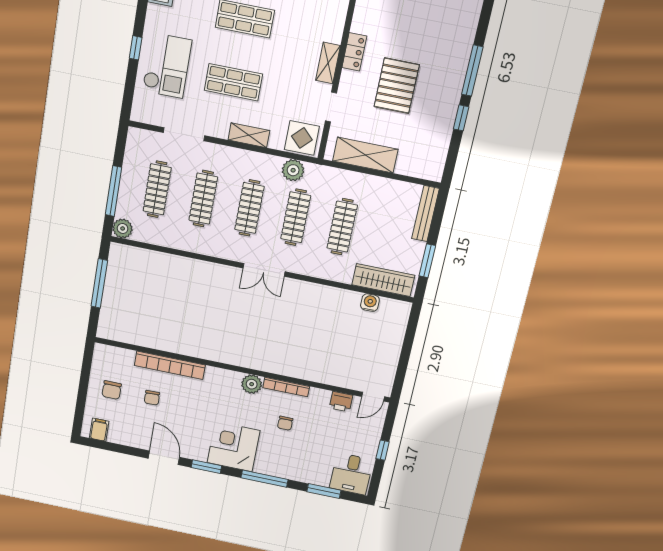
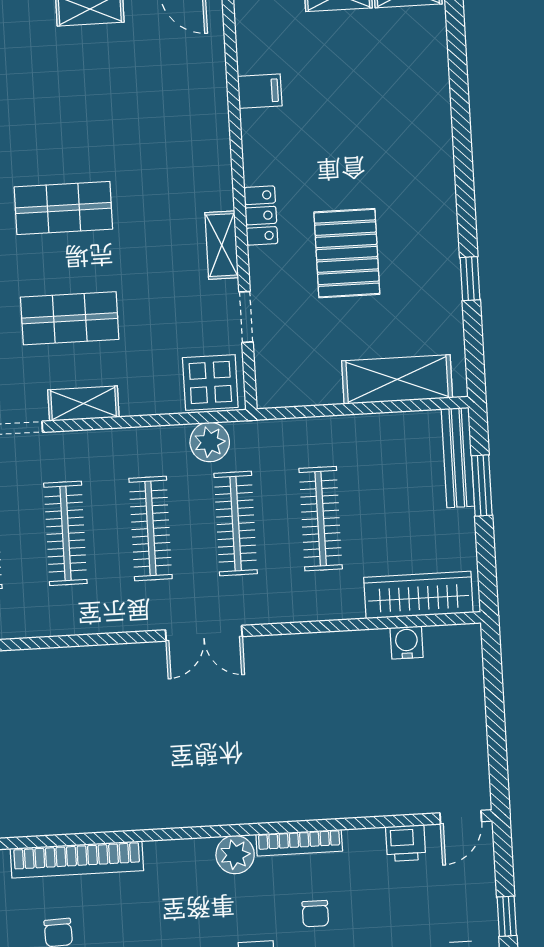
window: (472, 71) -> (465, 196), removed
shelving: (249, 135) -> (83, 404), moved
shelving: (365, 155) -> (397, 379), moved
window: (427, 261) -> (482, 485), moved

